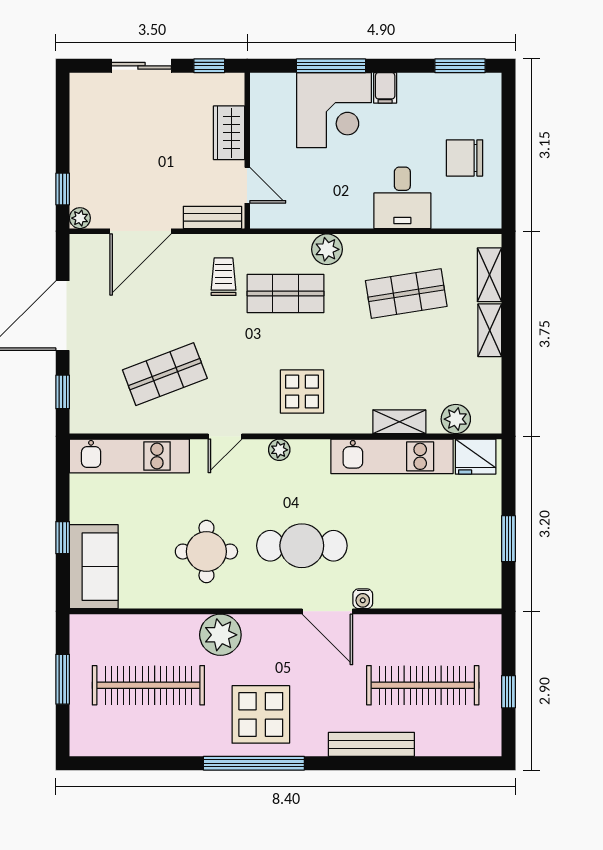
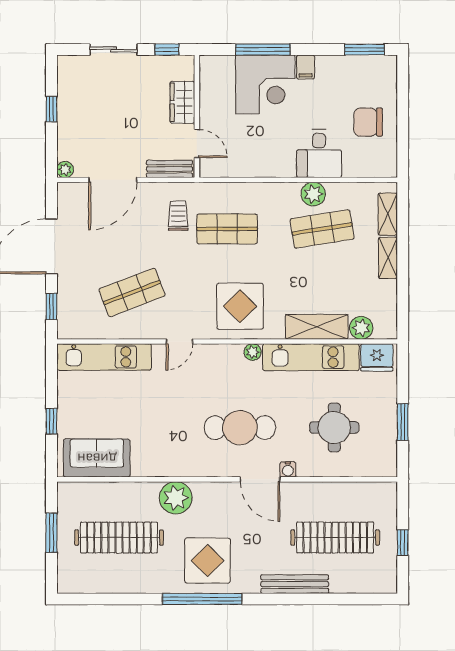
window: (63, 189) -> (51, 109), moved
plant: (327, 249) -> (313, 194), moved
display table: (302, 392) -> (240, 306), width x1.36, depth x1.36
shelving: (399, 422) -> (317, 327), width x1.50, depth x1.33
plant: (279, 450) -> (253, 352), moved
round table: (206, 552) -> (334, 427), moved
sofa: (94, 567) -> (97, 458), moved, turned -90

